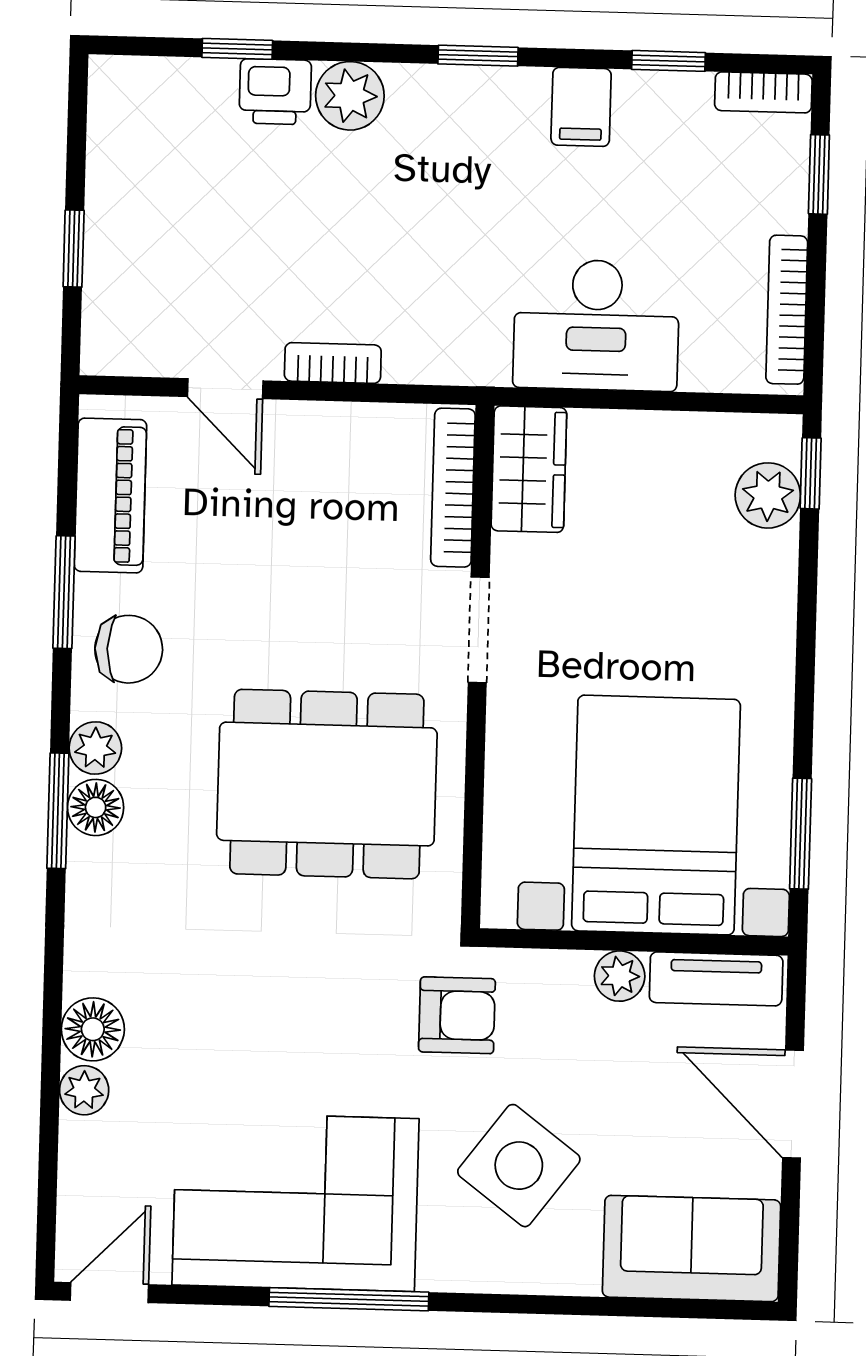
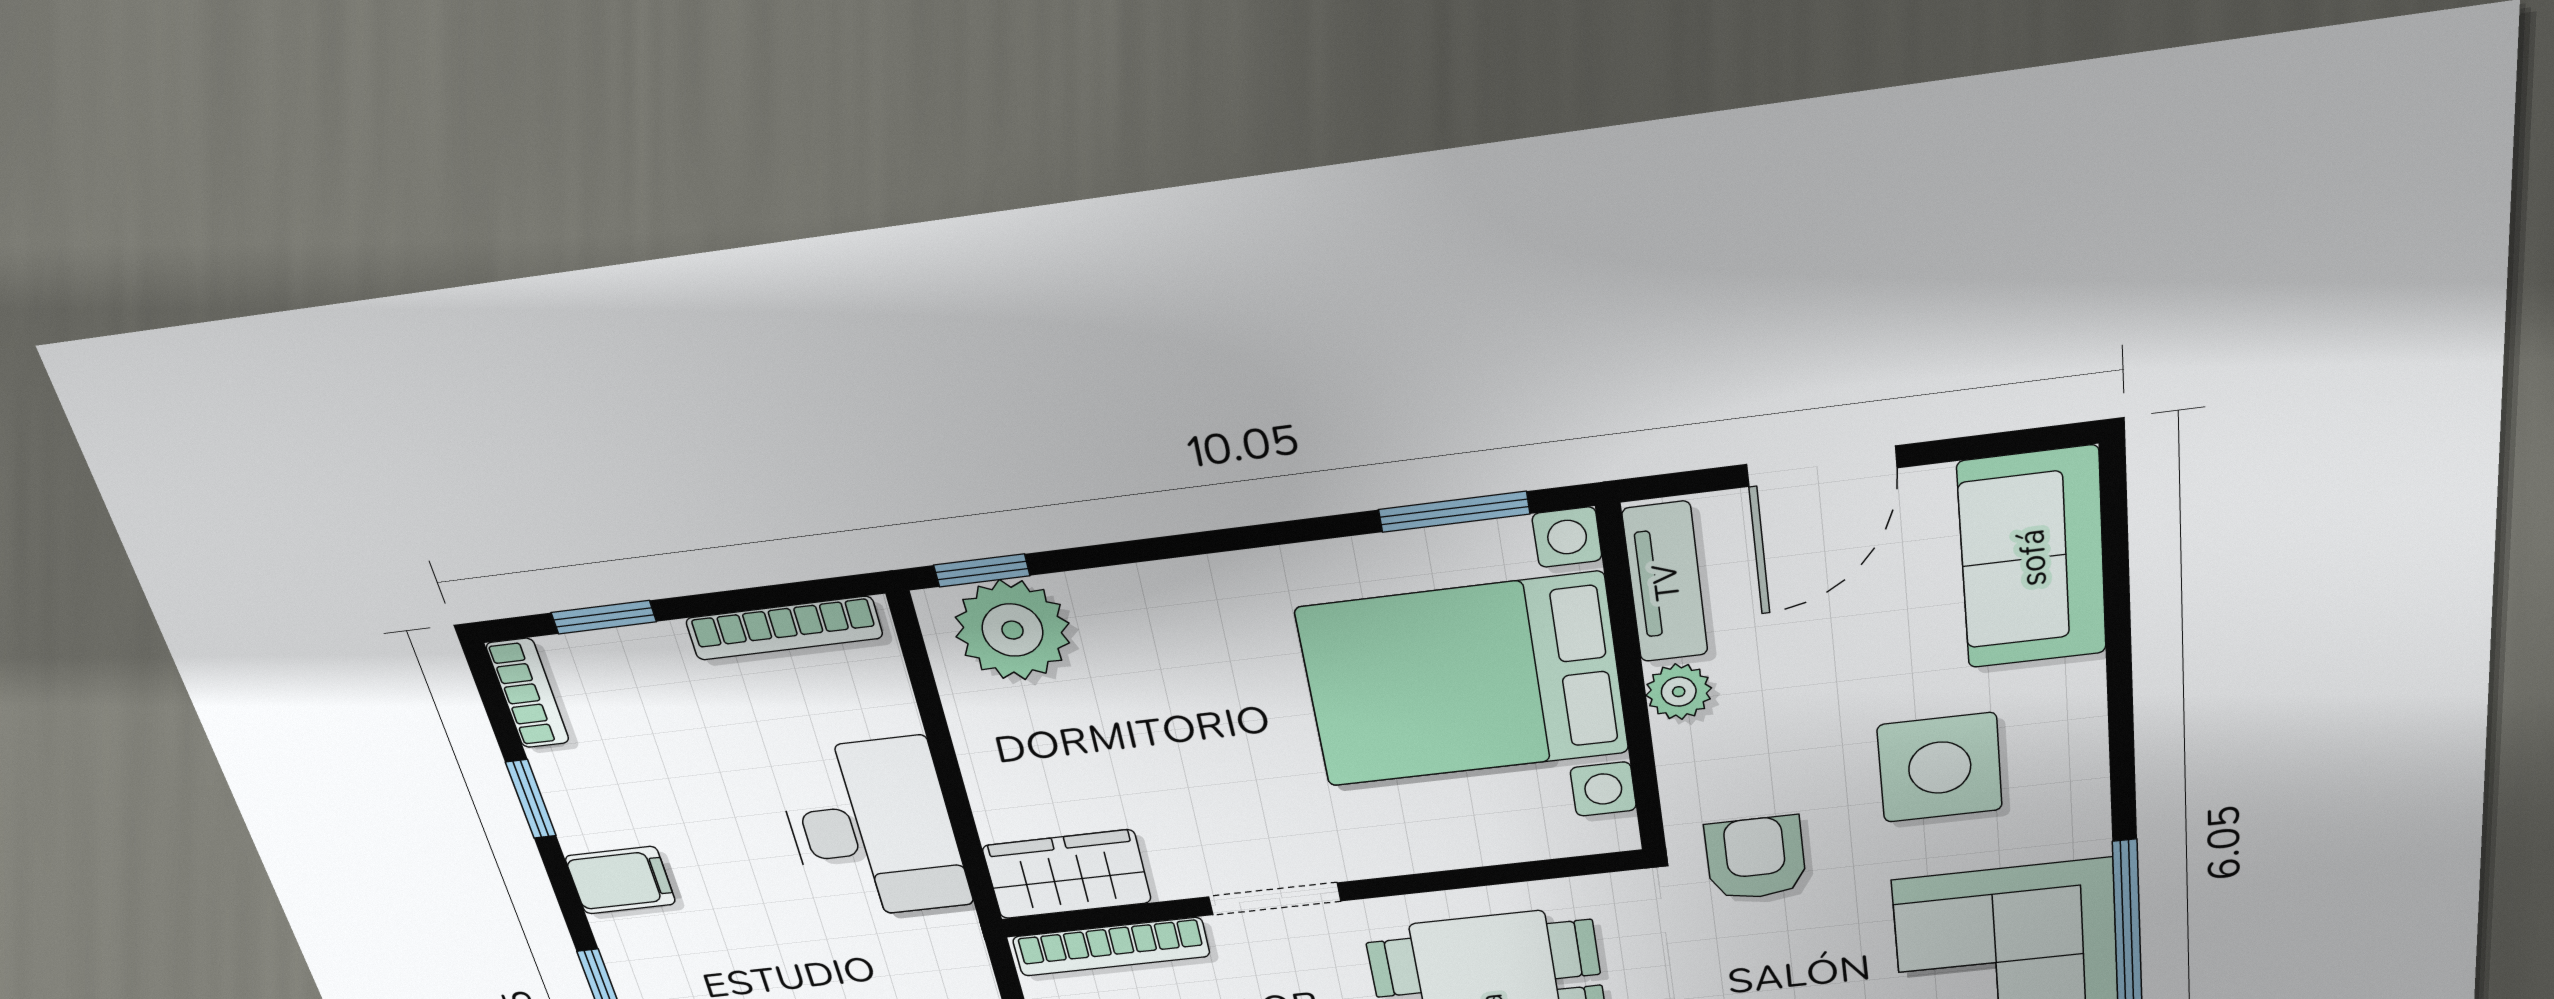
plant: (768, 495) -> (1012, 630), width x1.36, depth x1.36
side table: (519, 1166) -> (1940, 768), turned -37

